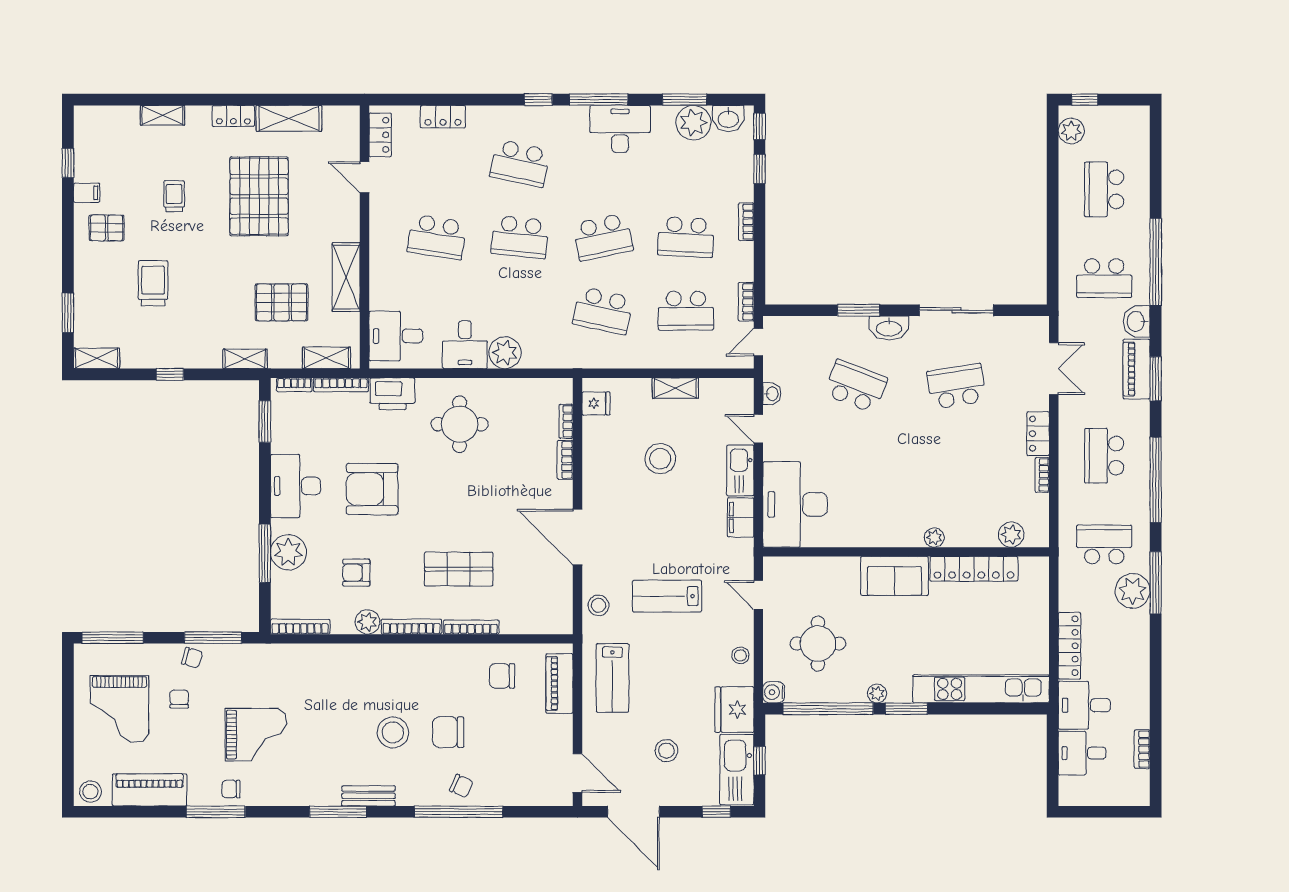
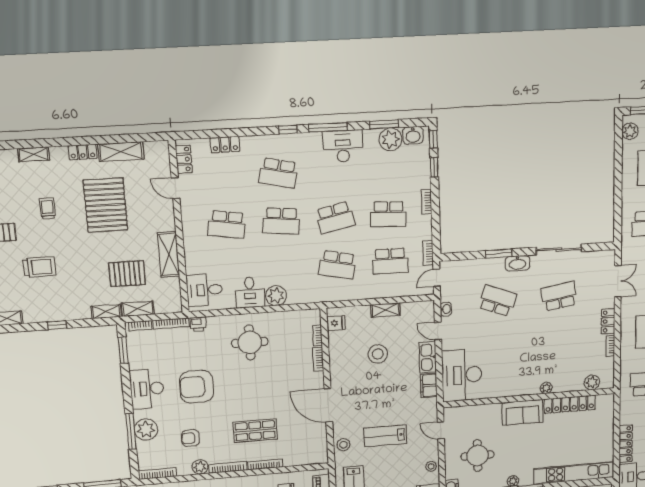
trolley: (153, 283) -> (39, 267), turned 90
shelving: (326, 358) -> (138, 309), moved
printer: (392, 394) -> (198, 324), width x0.53, depth x0.68

